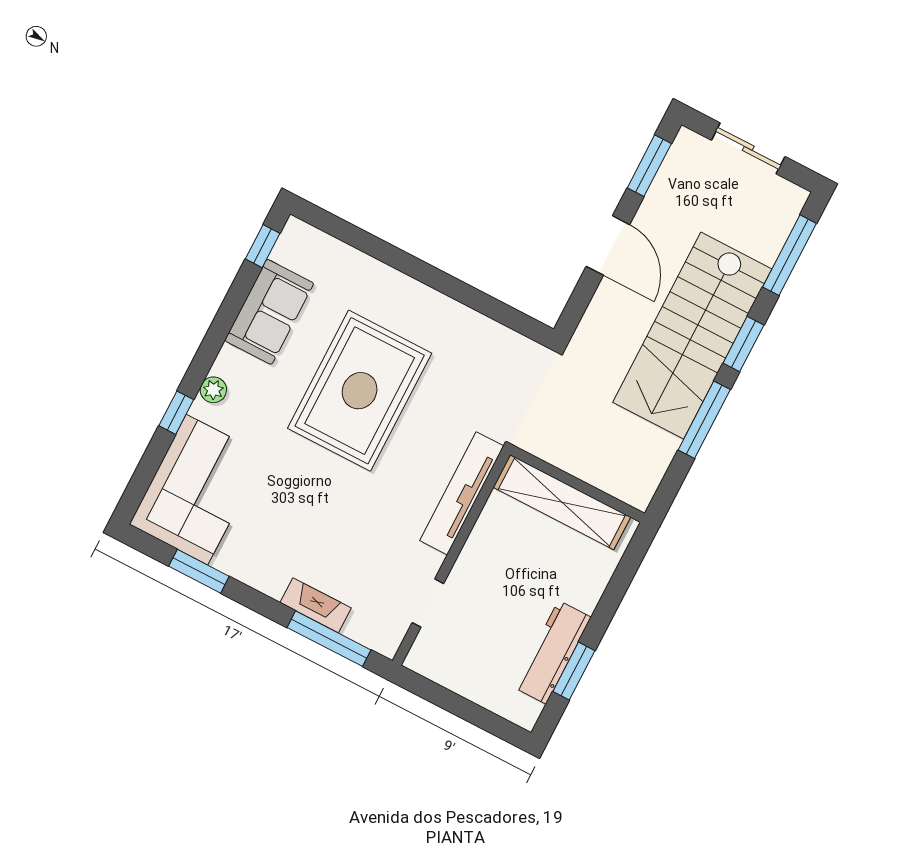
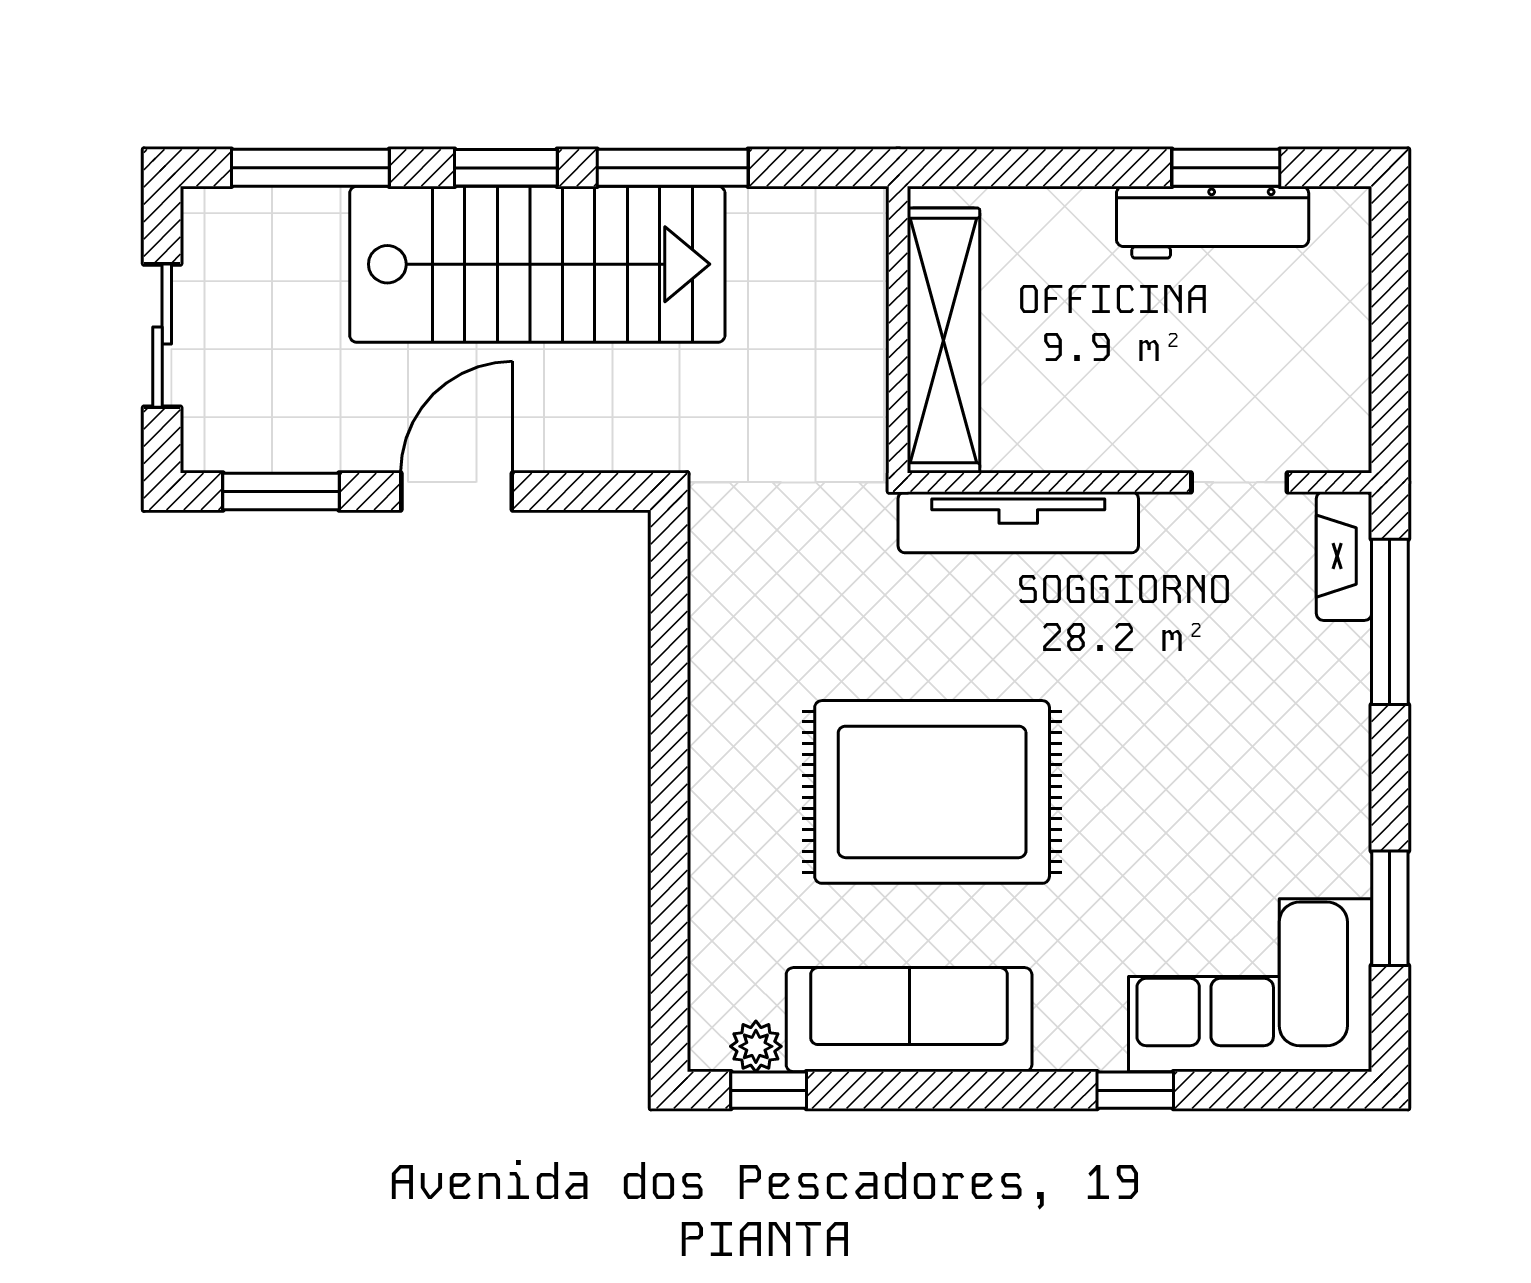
sofa: (269, 312) -> (909, 1020), width x1.36
plant: (213, 390) -> (756, 1046), moved
fireplace: (316, 605) -> (1344, 556), moved

